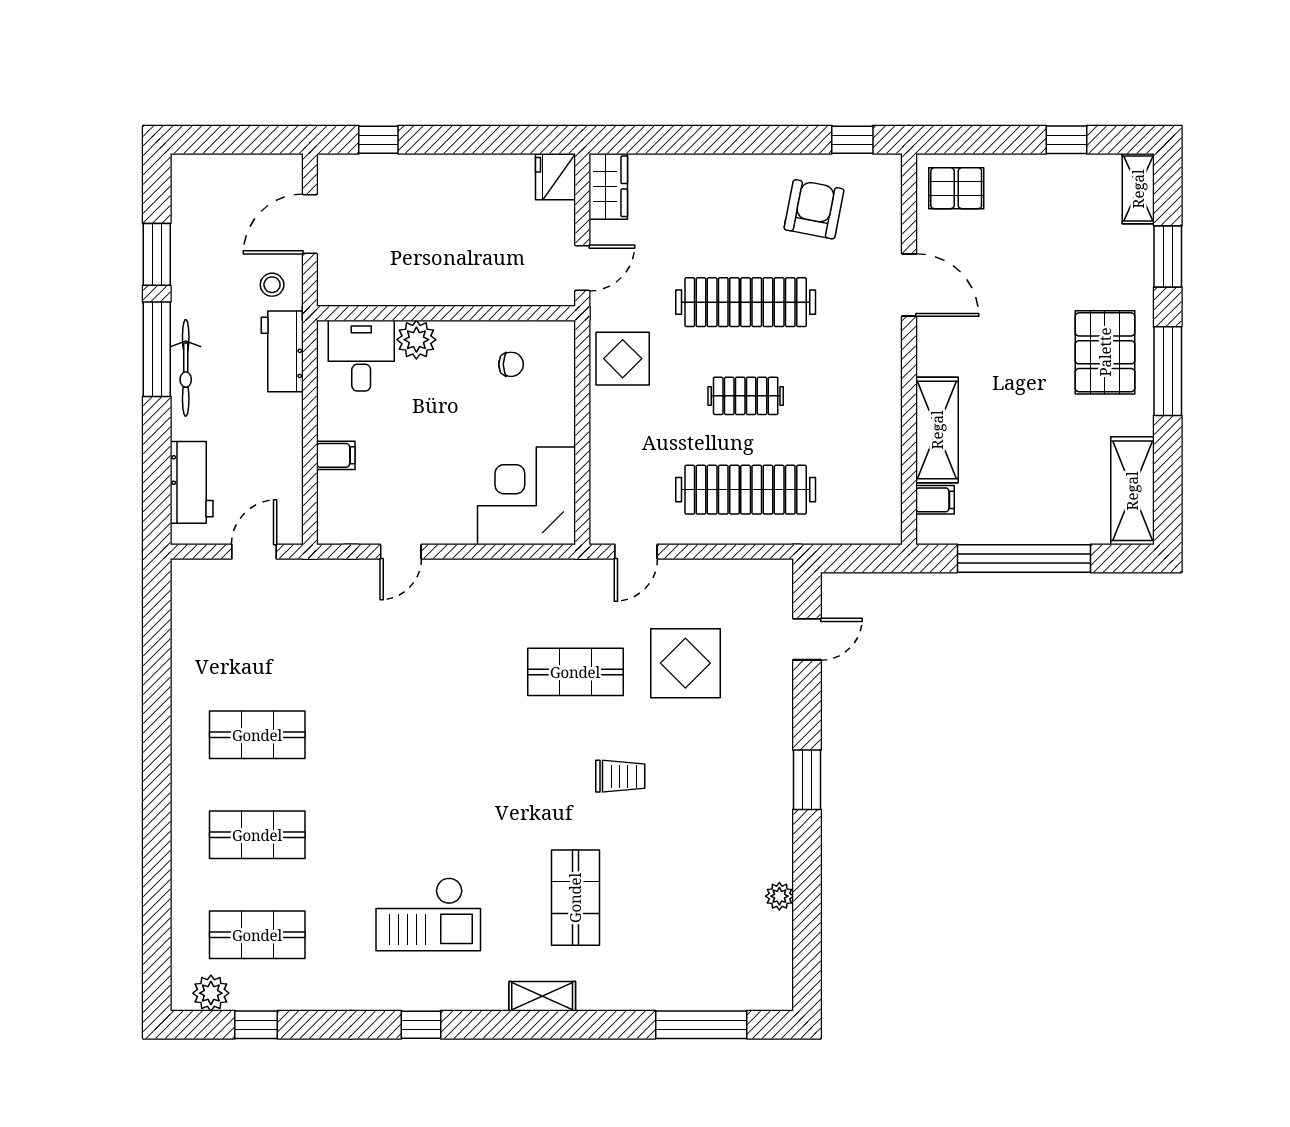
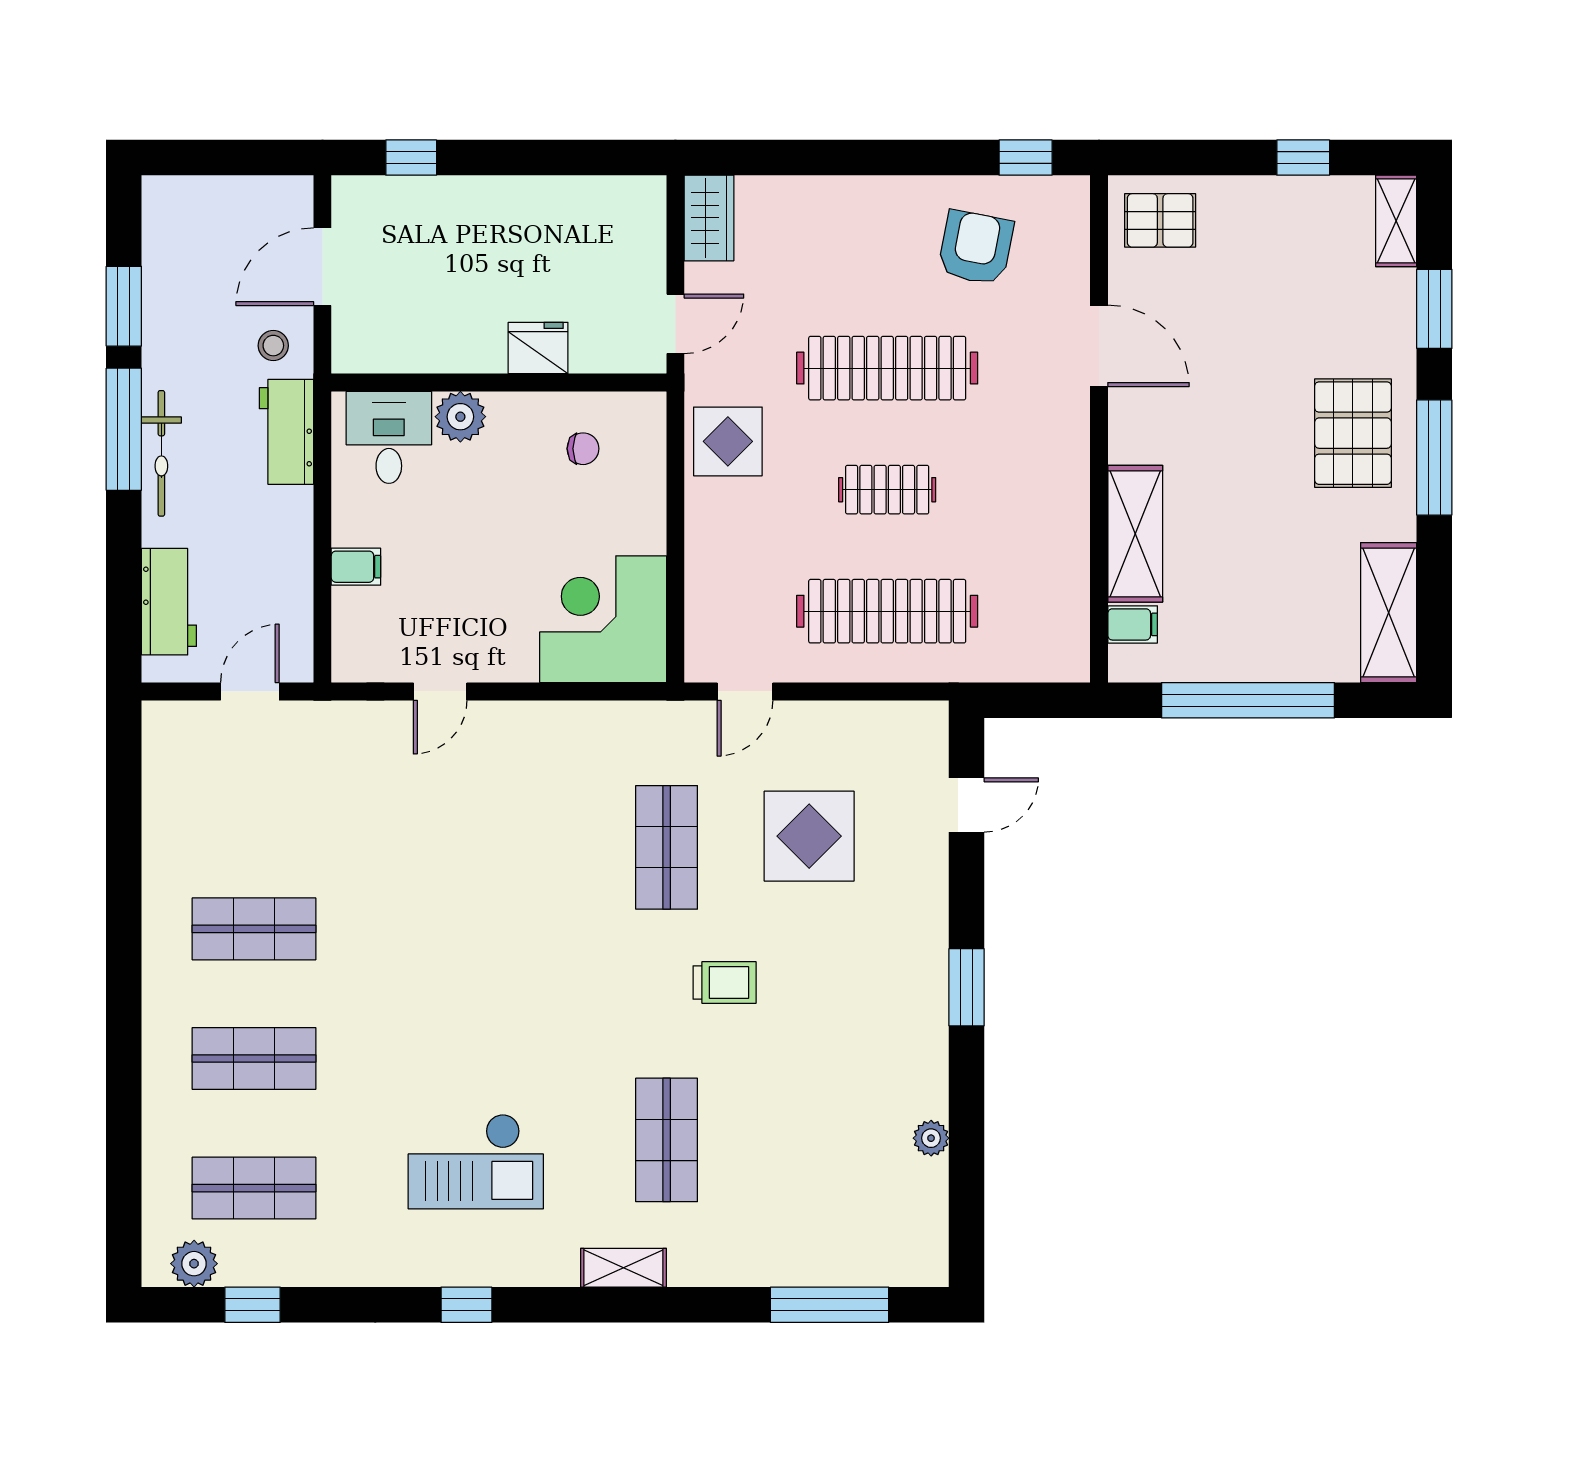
fridge: (556, 177) -> (538, 348), moved, turned 90
shop shelf: (575, 672) -> (667, 847), turned 90

